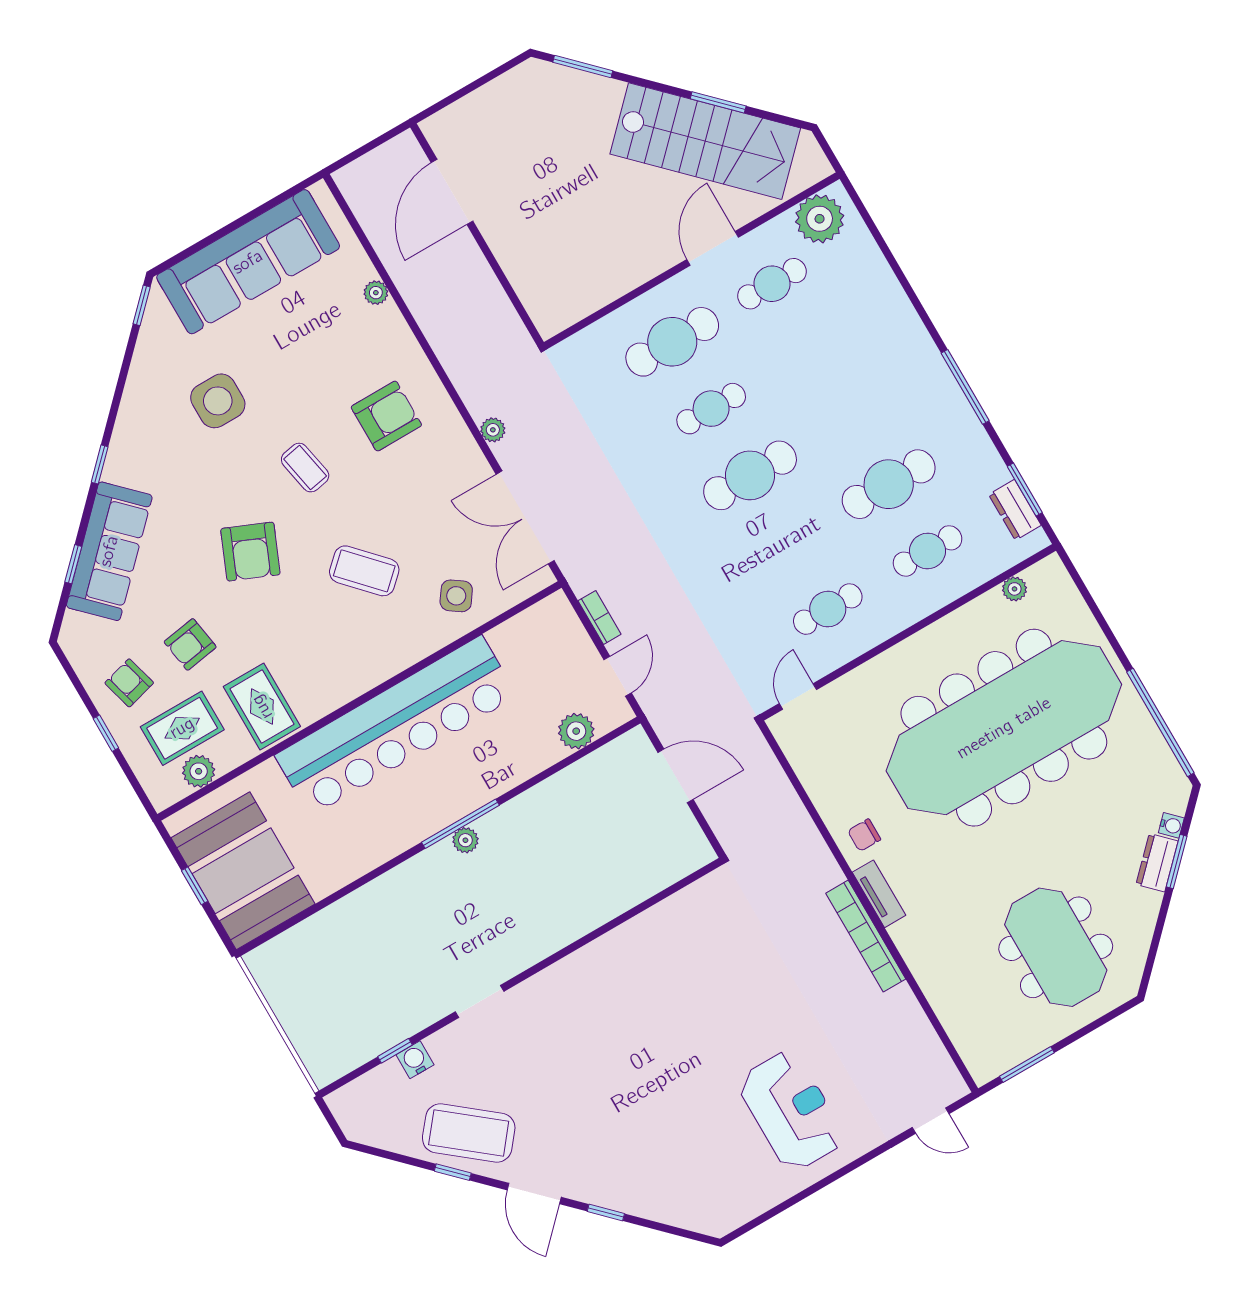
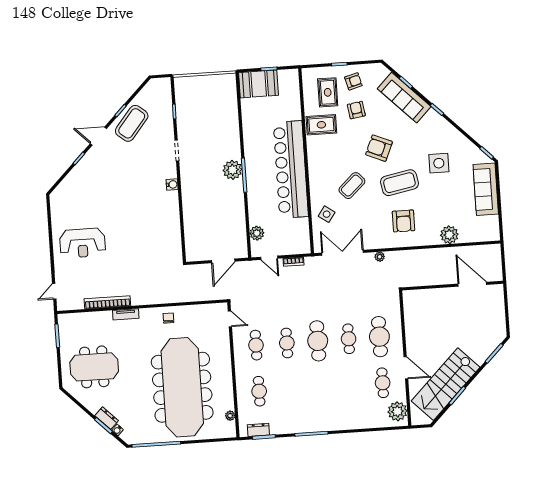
sofa: (248, 262) -> (486, 189), width x0.74, depth x0.79
plant: (376, 293) -> (449, 235), width x1.88, depth x1.88
coffee table: (305, 468) -> (399, 183), width x1.86, depth x1.72
cafe table: (889, 484) -> (287, 343), moved, width x0.73, depth x0.74
plant: (199, 771) -> (309, 91), removed
plant: (465, 840) -> (232, 170), width x1.88, depth x1.88
booth: (243, 871) -> (259, 84), width x0.73, depth x0.70
tv unit: (879, 894) -> (126, 314), moved
bookcase: (866, 936) -> (107, 302), moved
water cooler: (415, 1060) -> (172, 185), moved

